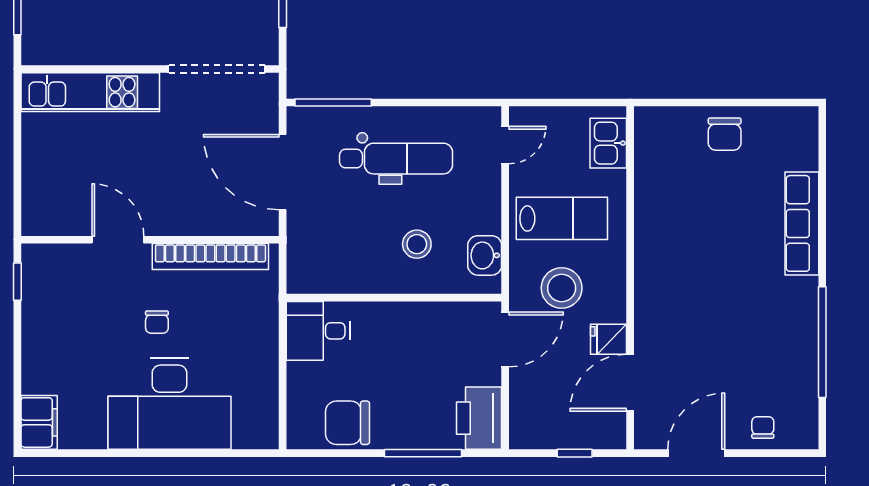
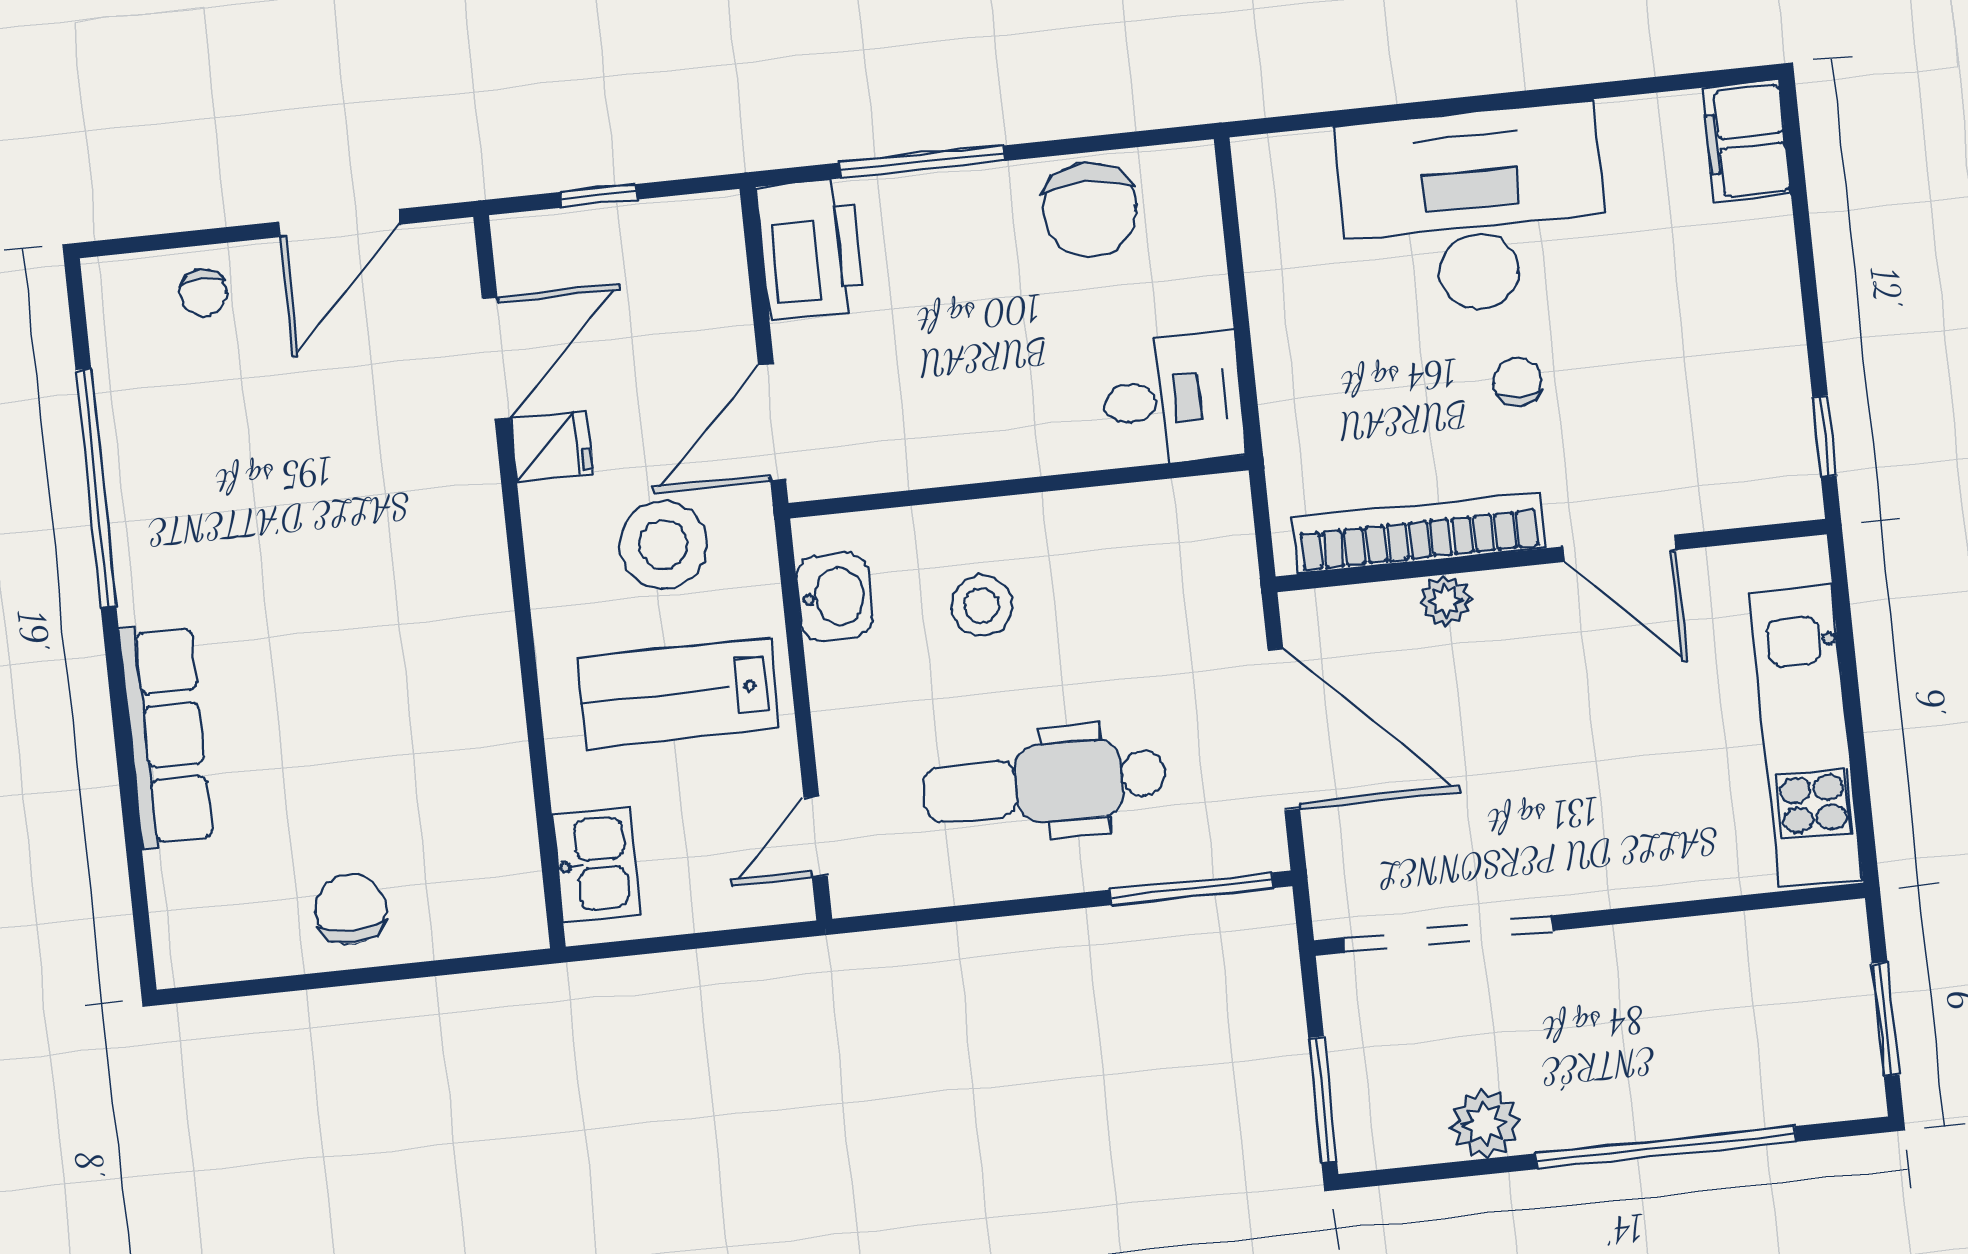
kitchen unit: (90, 92) -> (1806, 736), moved, turned -90
plant: (201, 224) -> (1445, 601), added
chair: (347, 423) -> (1089, 210), turned 90

